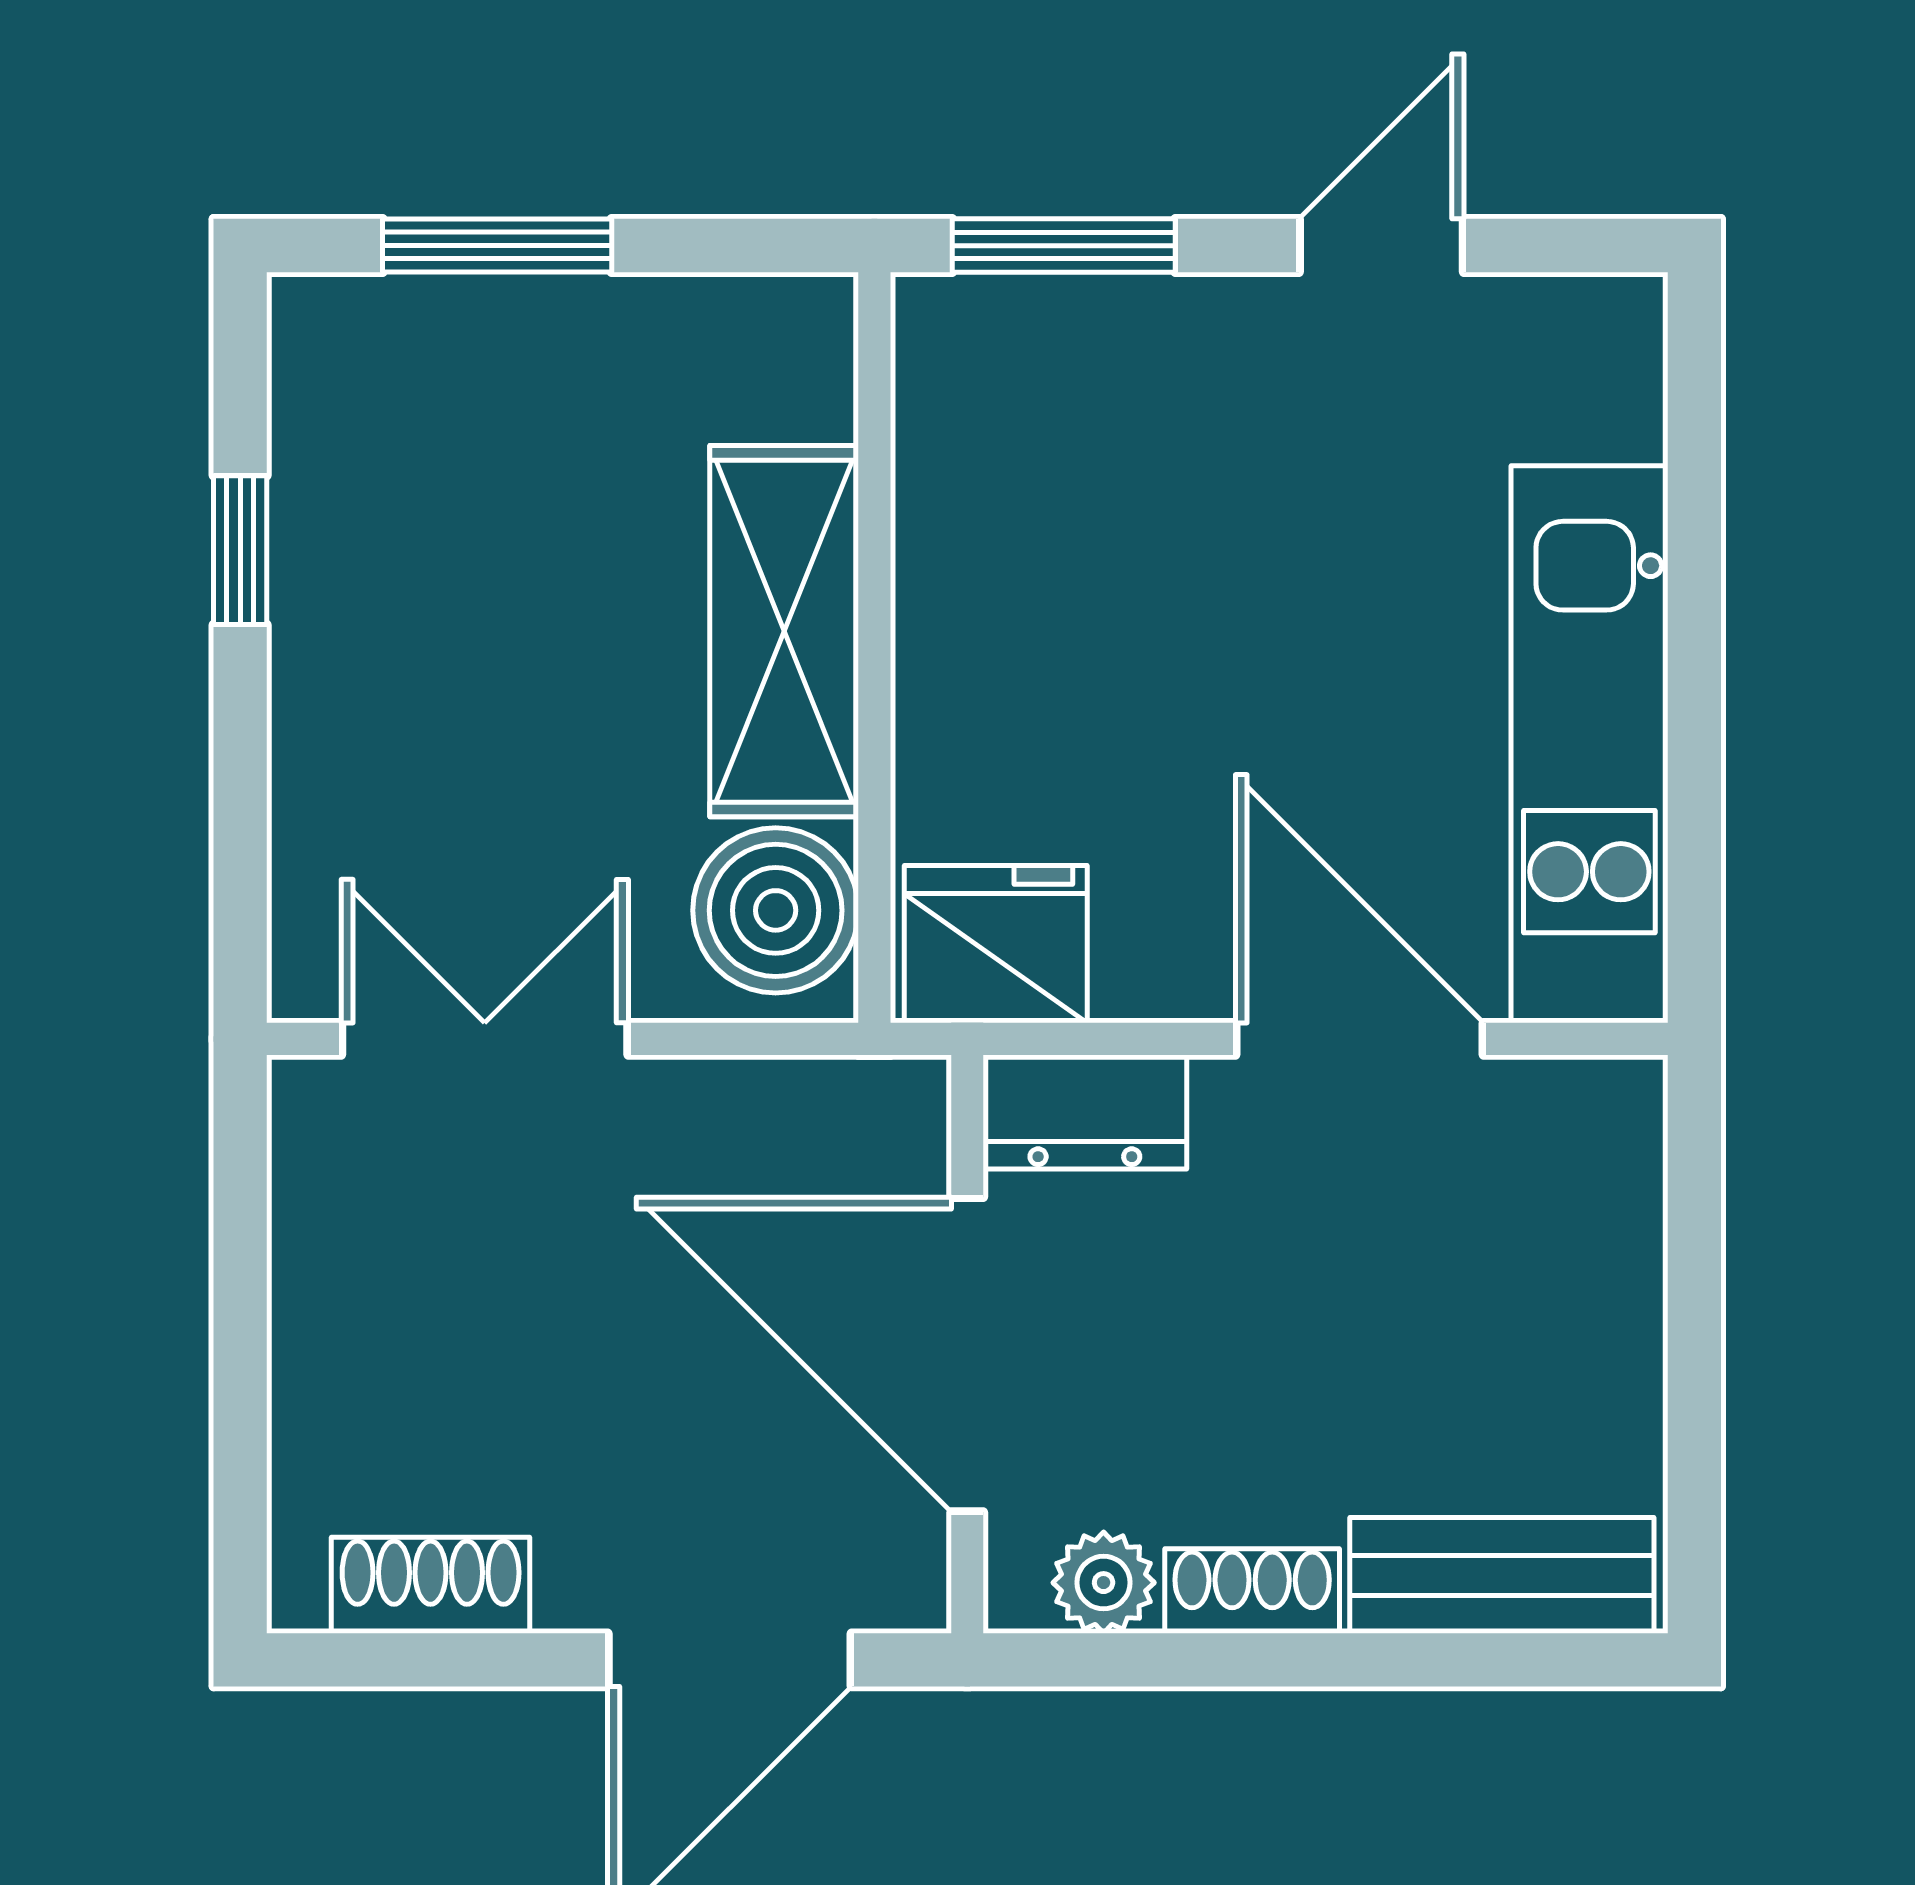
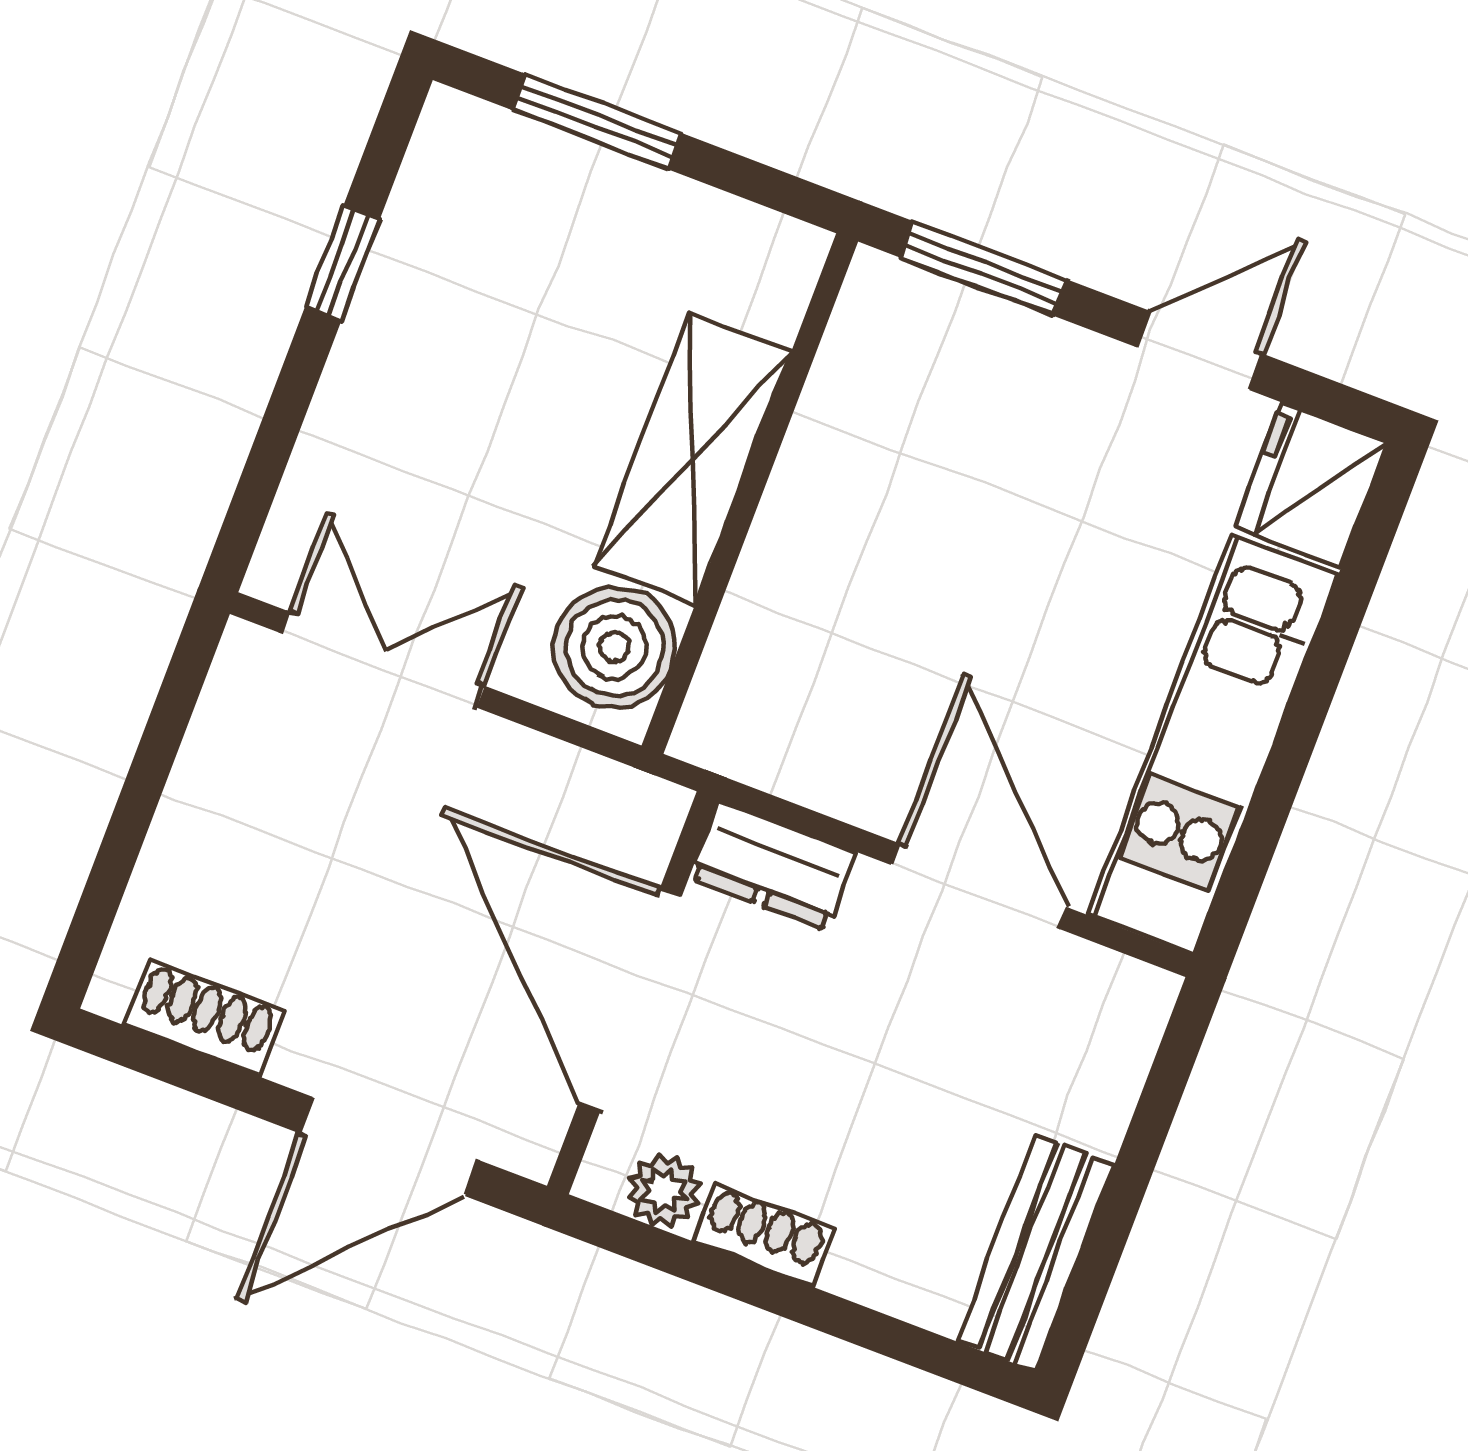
fridge: (996, 944) -> (1311, 485), moved, turned -90
bench: (1502, 1575) -> (1035, 1253), moved, turned 90

